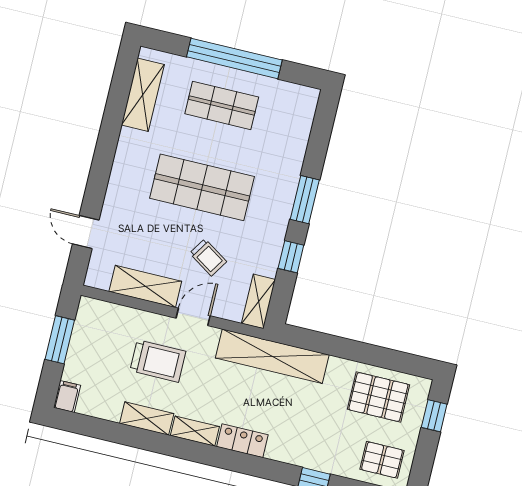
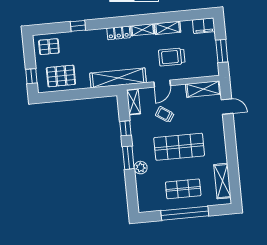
plant: (288, 173) -> (141, 168), added
shelving: (145, 286) -> (203, 89), moved
filing cabinet: (67, 396) -> (204, 26), width x2.00

